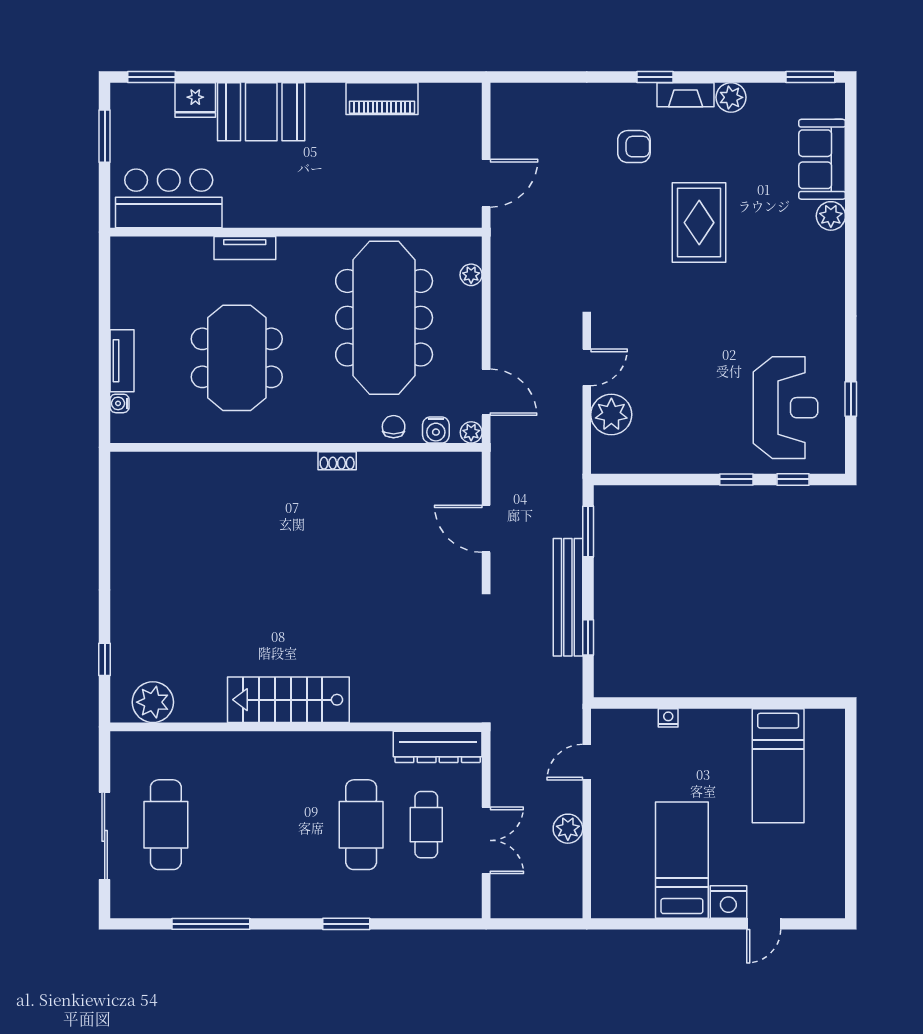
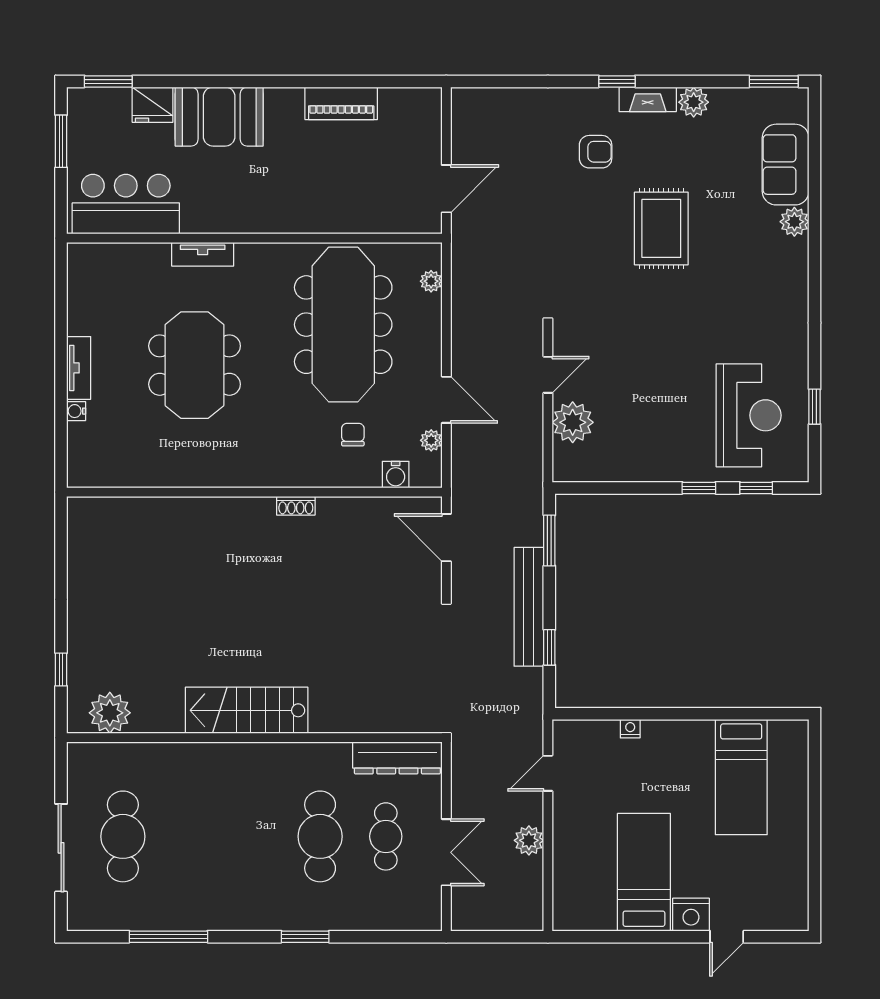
water cooler: (436, 430) -> (396, 475), moved
wall: (296, 447) -> (254, 492), moved
shoe rack: (337, 461) -> (296, 506), moved

